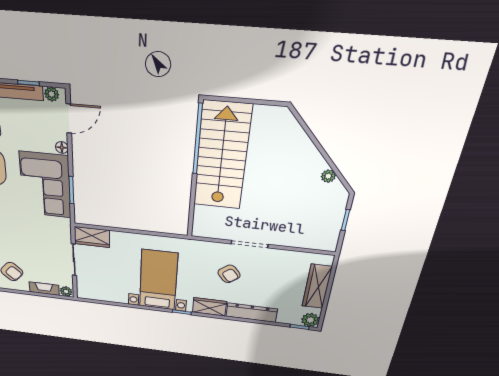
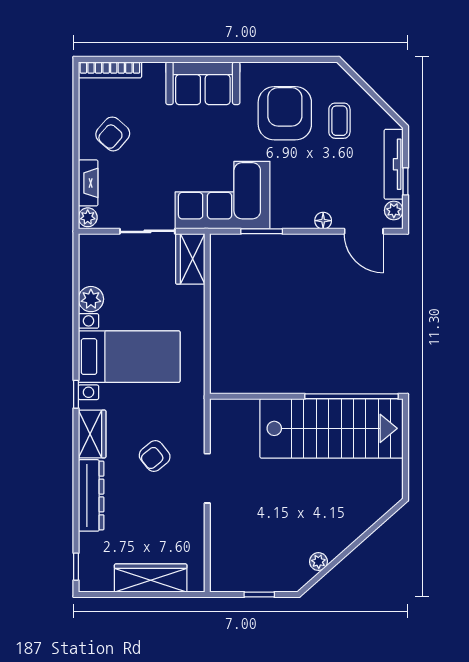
corner sofa: (45, 185) -> (223, 195), moved
plant: (310, 320) -> (91, 299), moved

